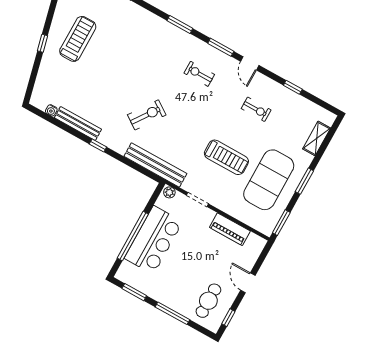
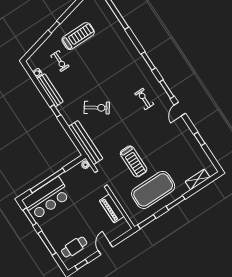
exercise bike: (256, 109) -> (60, 61), moved
bar counter: (153, 240) -> (46, 198), moved

